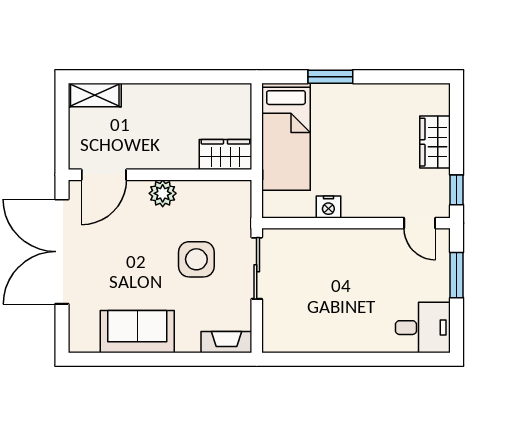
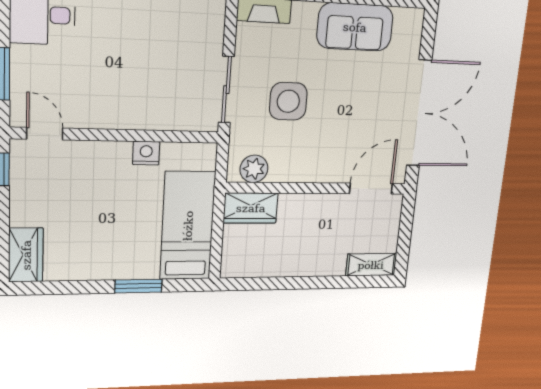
wardrobe: (435, 142) -> (26, 255), moved
plant: (163, 193) -> (254, 169), moved

